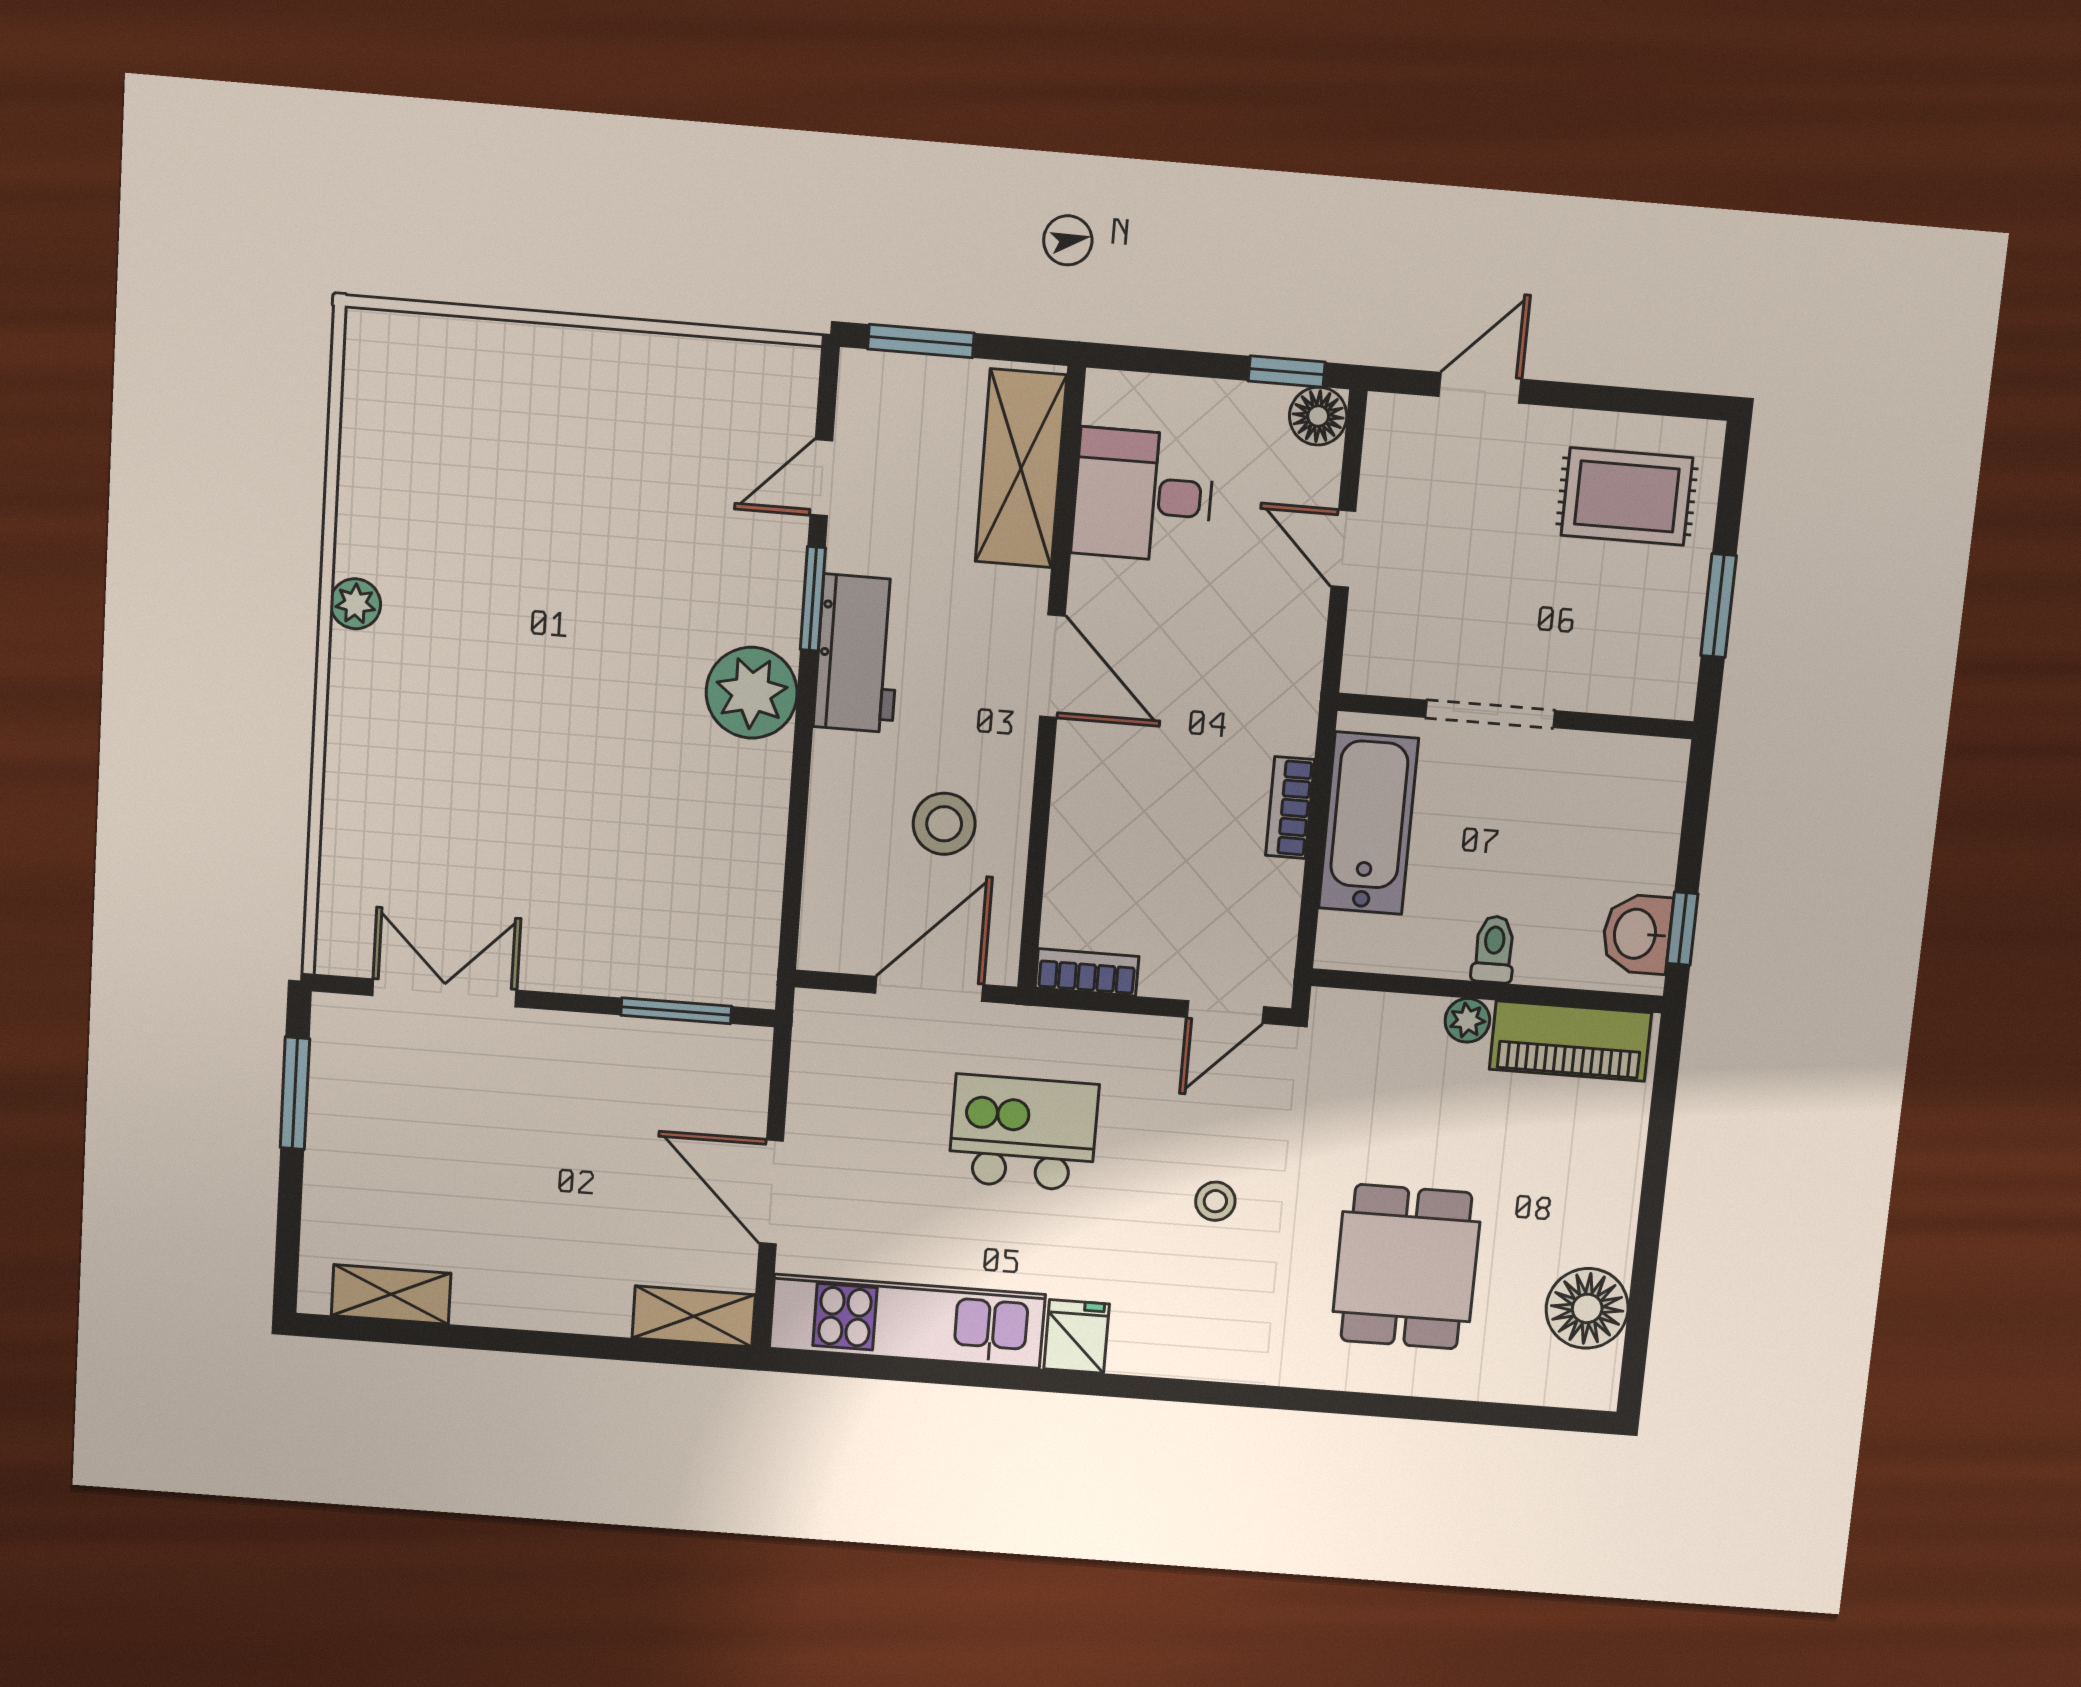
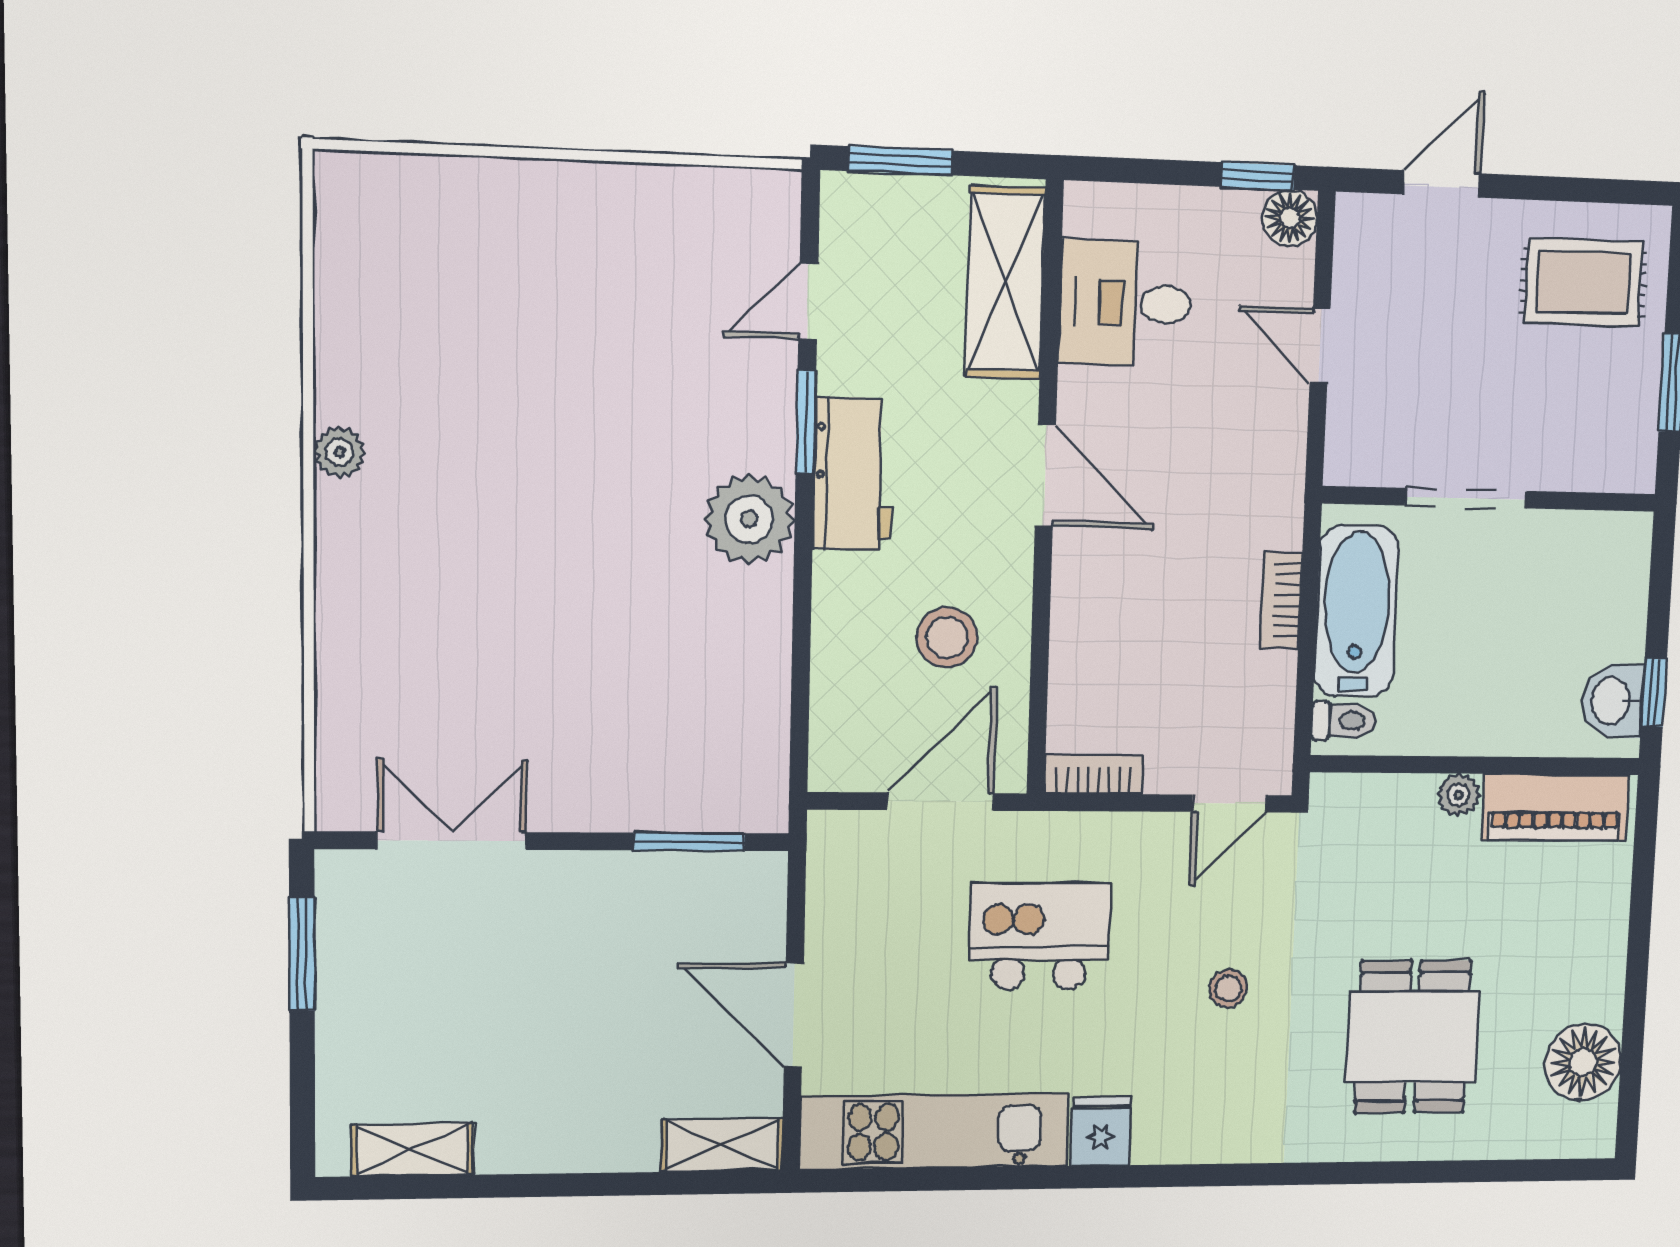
toilet: (1494, 949) -> (1344, 721), moved, turned 90

